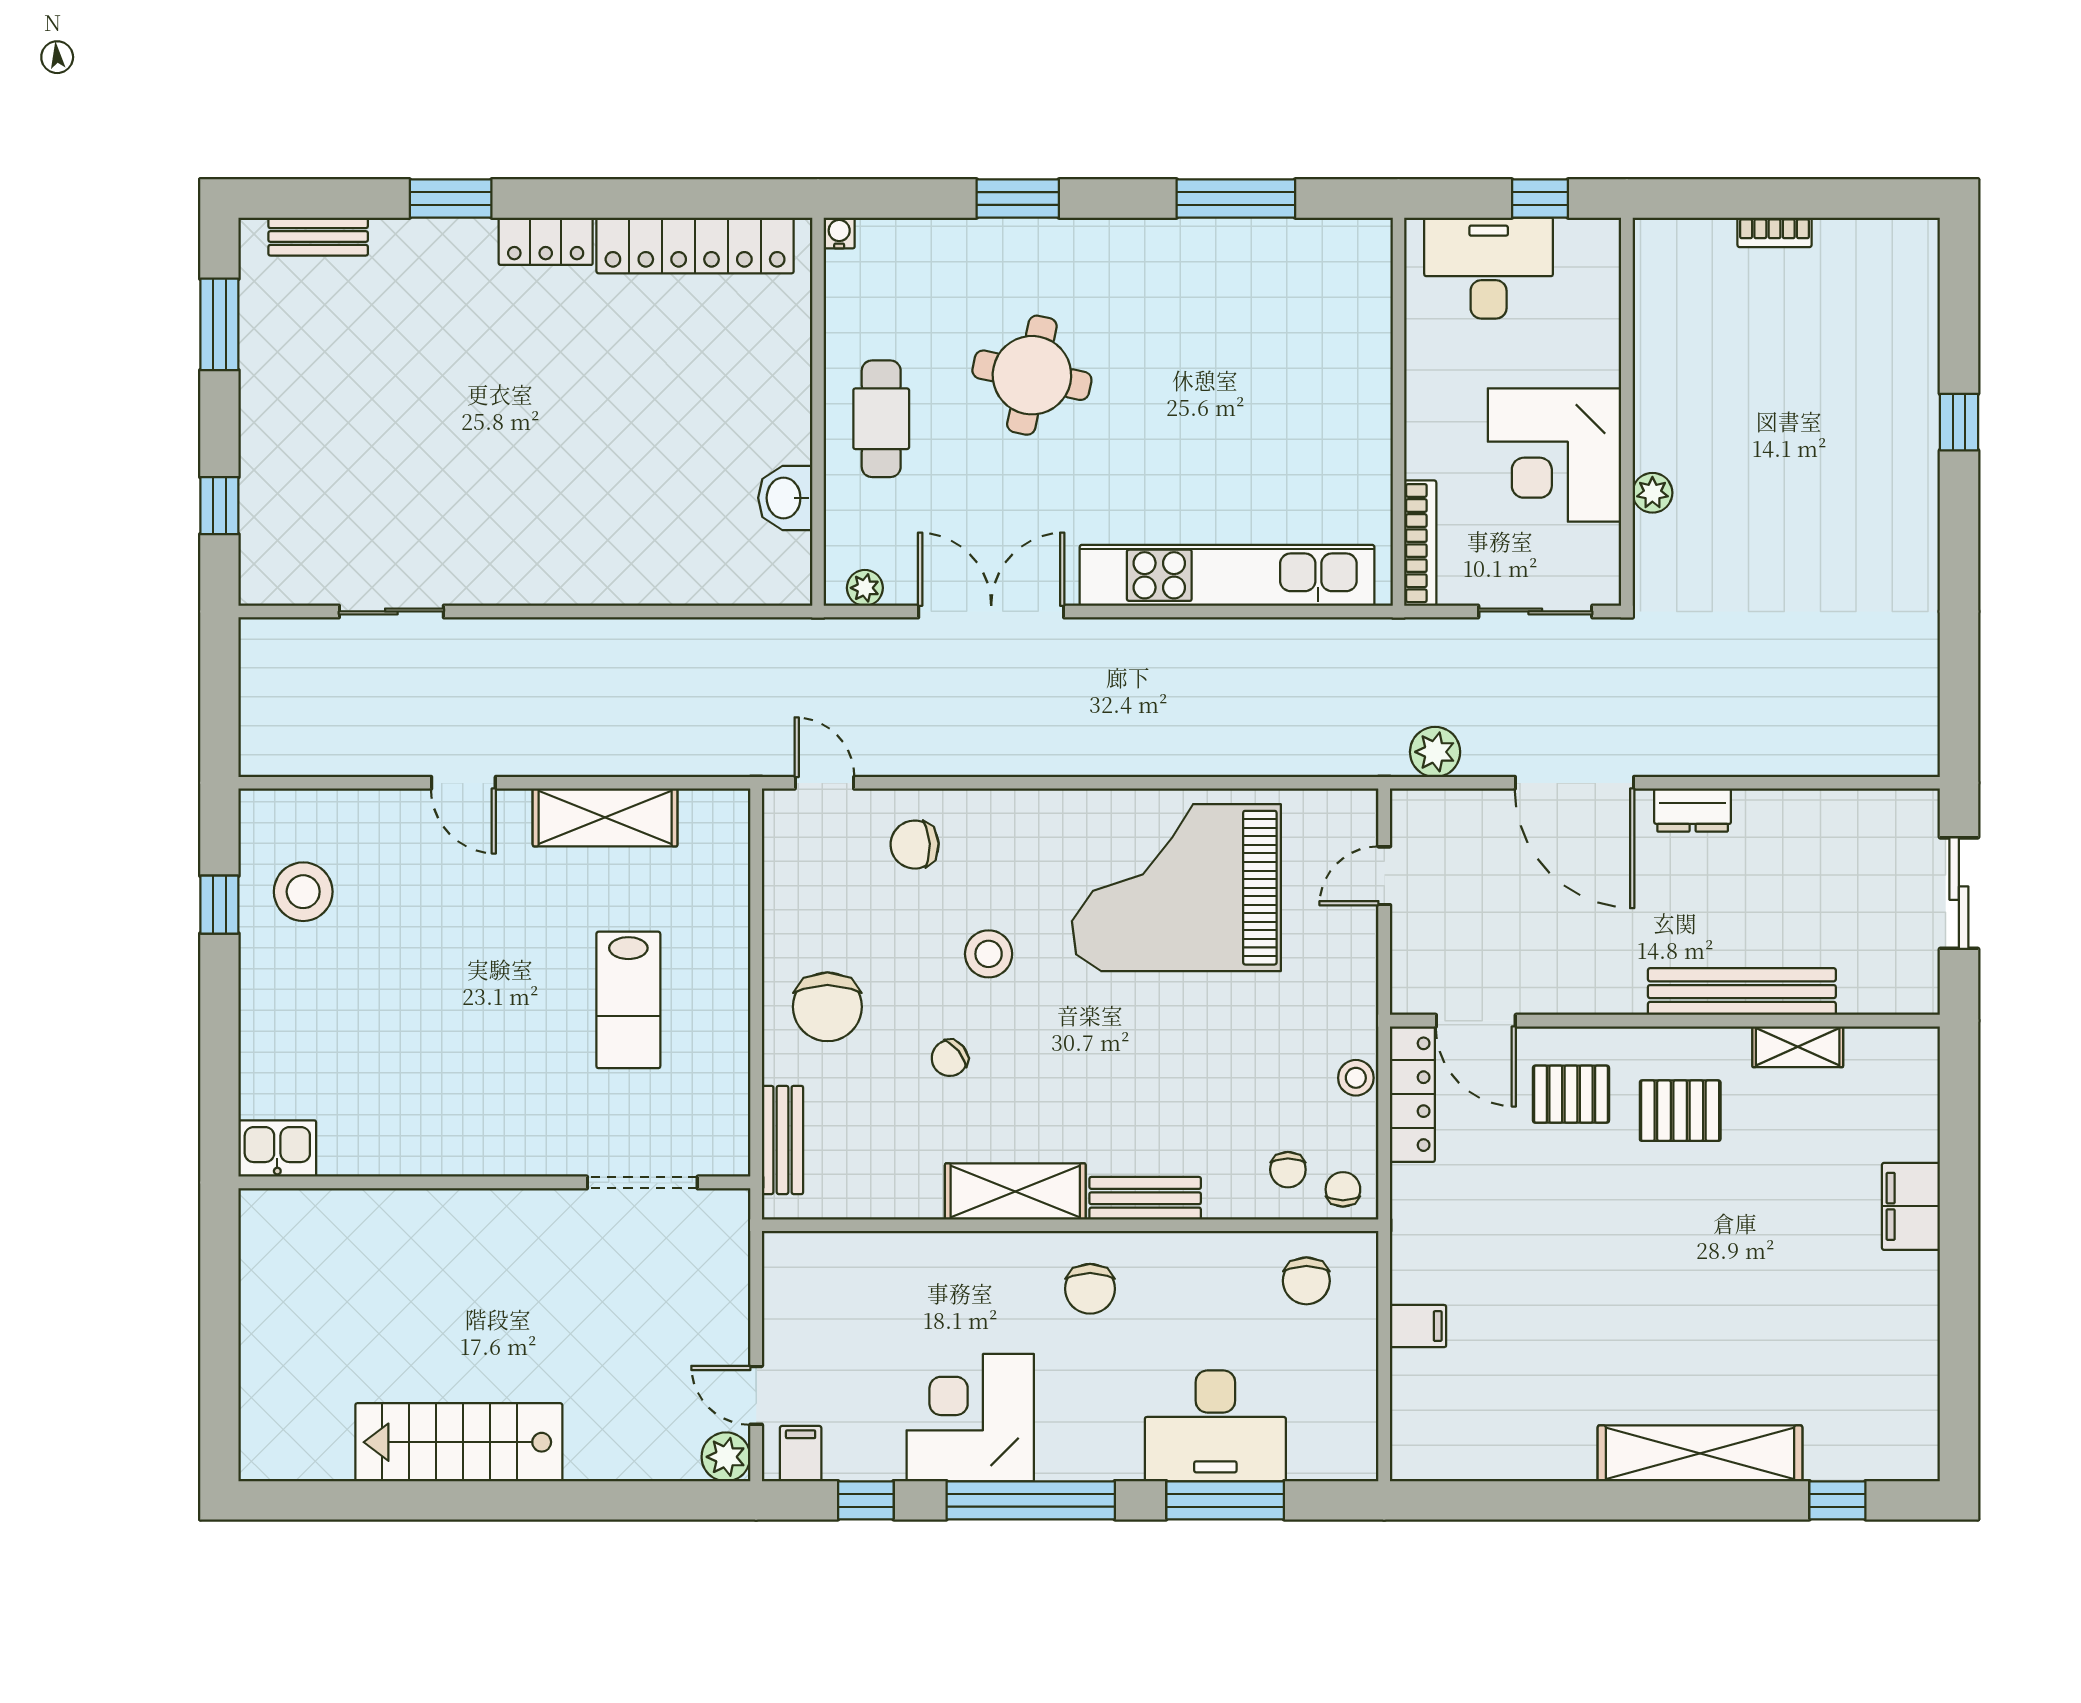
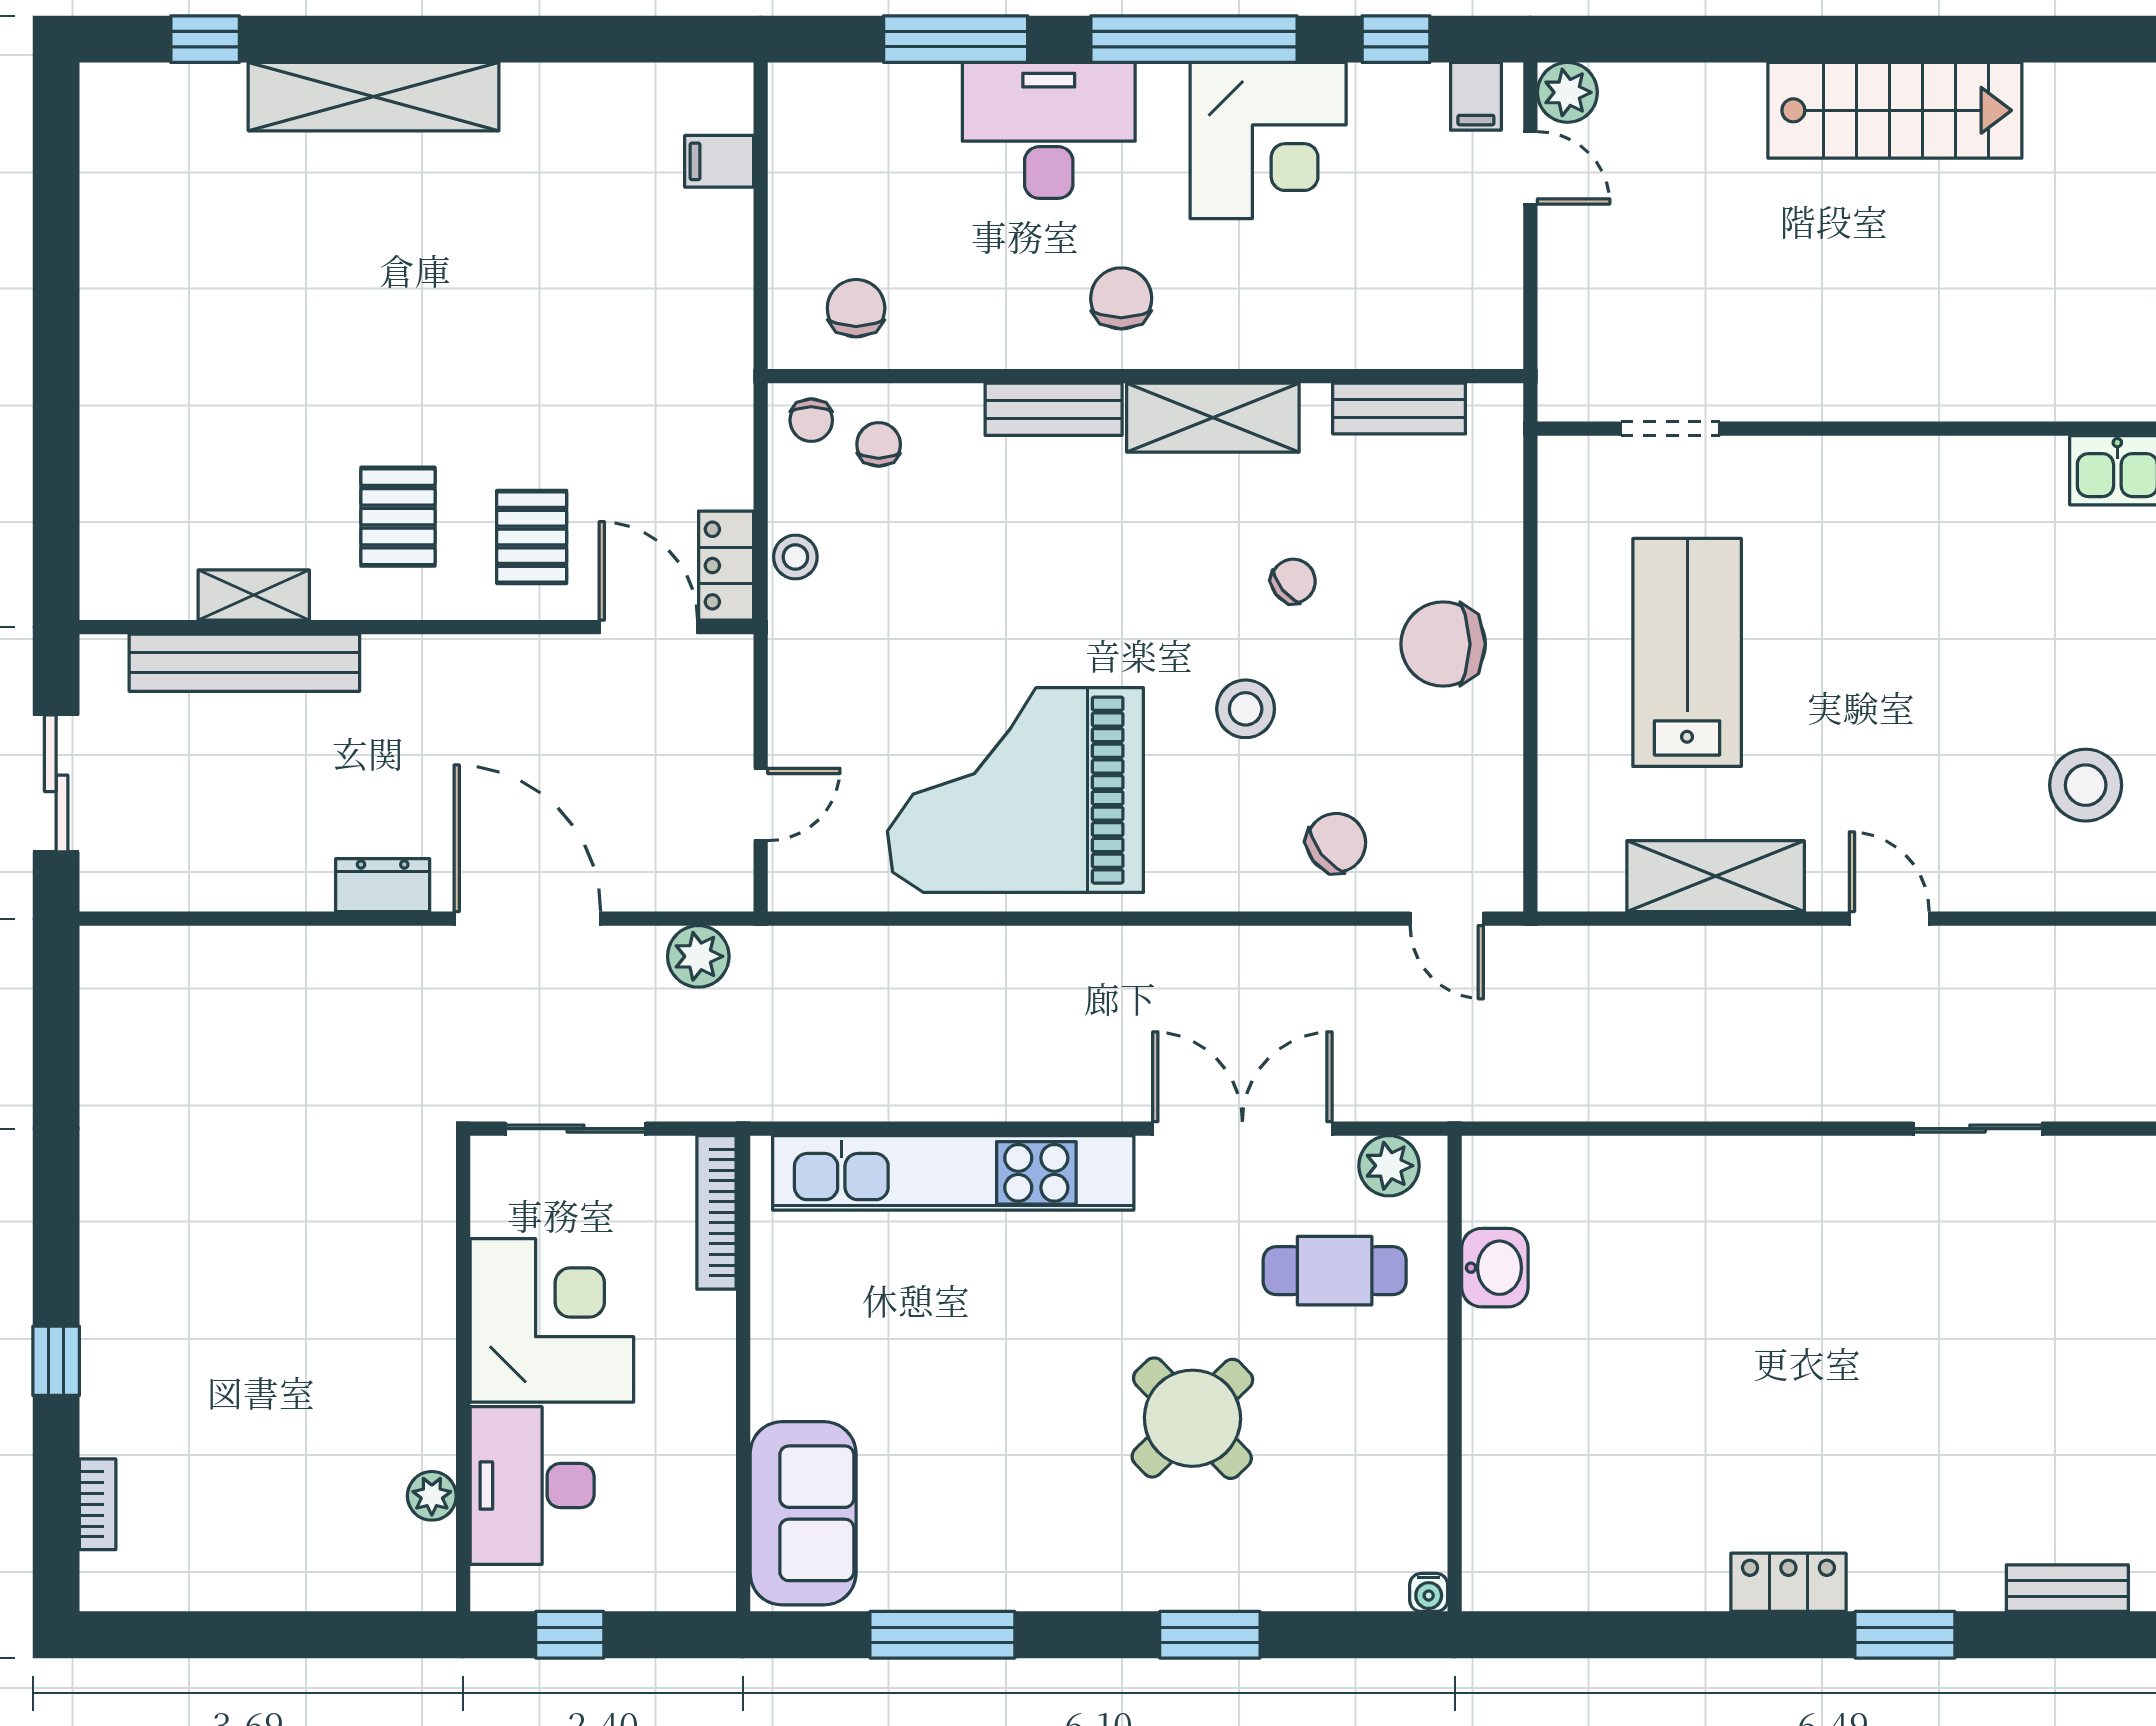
bookcase: (1775, 232) -> (98, 1504), moved, turned 90
locker: (695, 245) -> (1605, 1577), removed
desk: (1489, 268) -> (532, 1486), moved, turned 90
sofa: (1350, 298) -> (803, 1513), added
round table: (1032, 375) -> (1192, 1418), turned 34
cafe table: (881, 419) -> (1335, 1271), moved, turned 90
plant: (1652, 493) -> (432, 1496), moved
plant: (865, 588) -> (1389, 1166), width x1.38, depth x1.38
double door: (991, 611) -> (1242, 1129), swing flipped
chair: (915, 845) -> (1336, 843), turned -35
grand piano: (1176, 888) -> (1015, 790), turned 180
bench: (1742, 992) -> (244, 663), moved
lab bench: (628, 1000) -> (1687, 652), width x1.36, depth x1.39
chair: (827, 1007) -> (1443, 644), turned -90
locker: (1412, 1094) -> (726, 566), width x0.66
pallet: (1571, 1094) -> (532, 537), turned 90
pallet: (1680, 1111) -> (398, 517), turned 90
bench: (783, 1140) -> (1399, 409), moved, turned 90
doorway: (642, 1182) -> (1670, 429), width x0.73
filing cabinet: (1911, 1206) -> (115, 399), removed
filing cabinet: (1418, 1326) -> (719, 161), moved
desk: (1215, 1426) -> (1049, 130), moved

